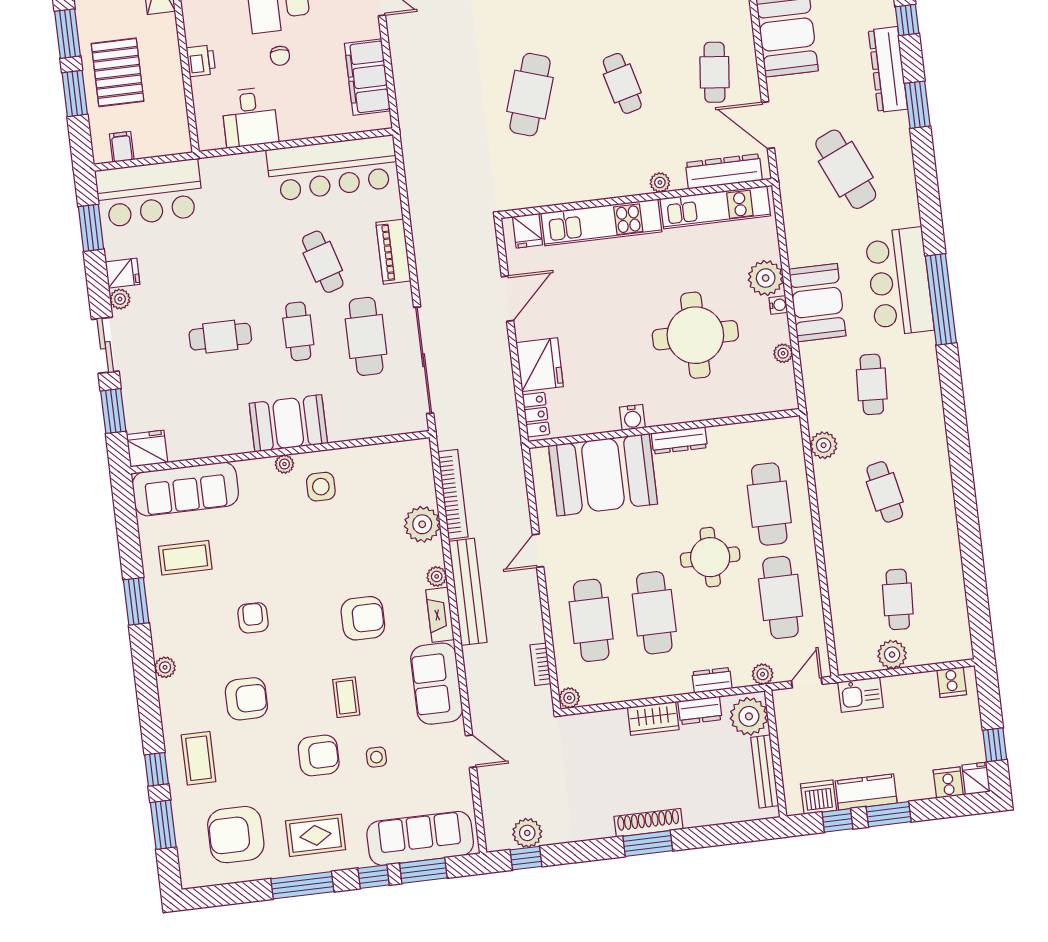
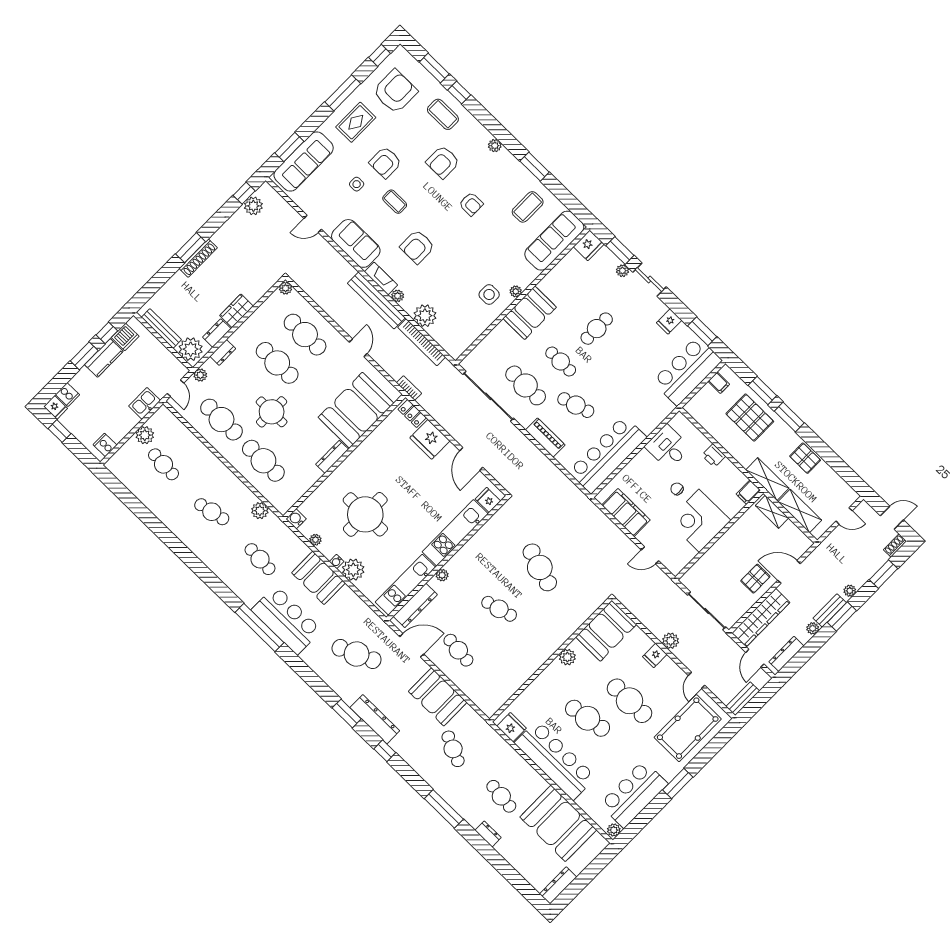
plant: (120, 299) -> (622, 271), moved
water cooler: (632, 417) -> (296, 519), moved
bookcase: (540, 664) -> (409, 388), moved
window: (374, 877) -> (380, 55), moved

